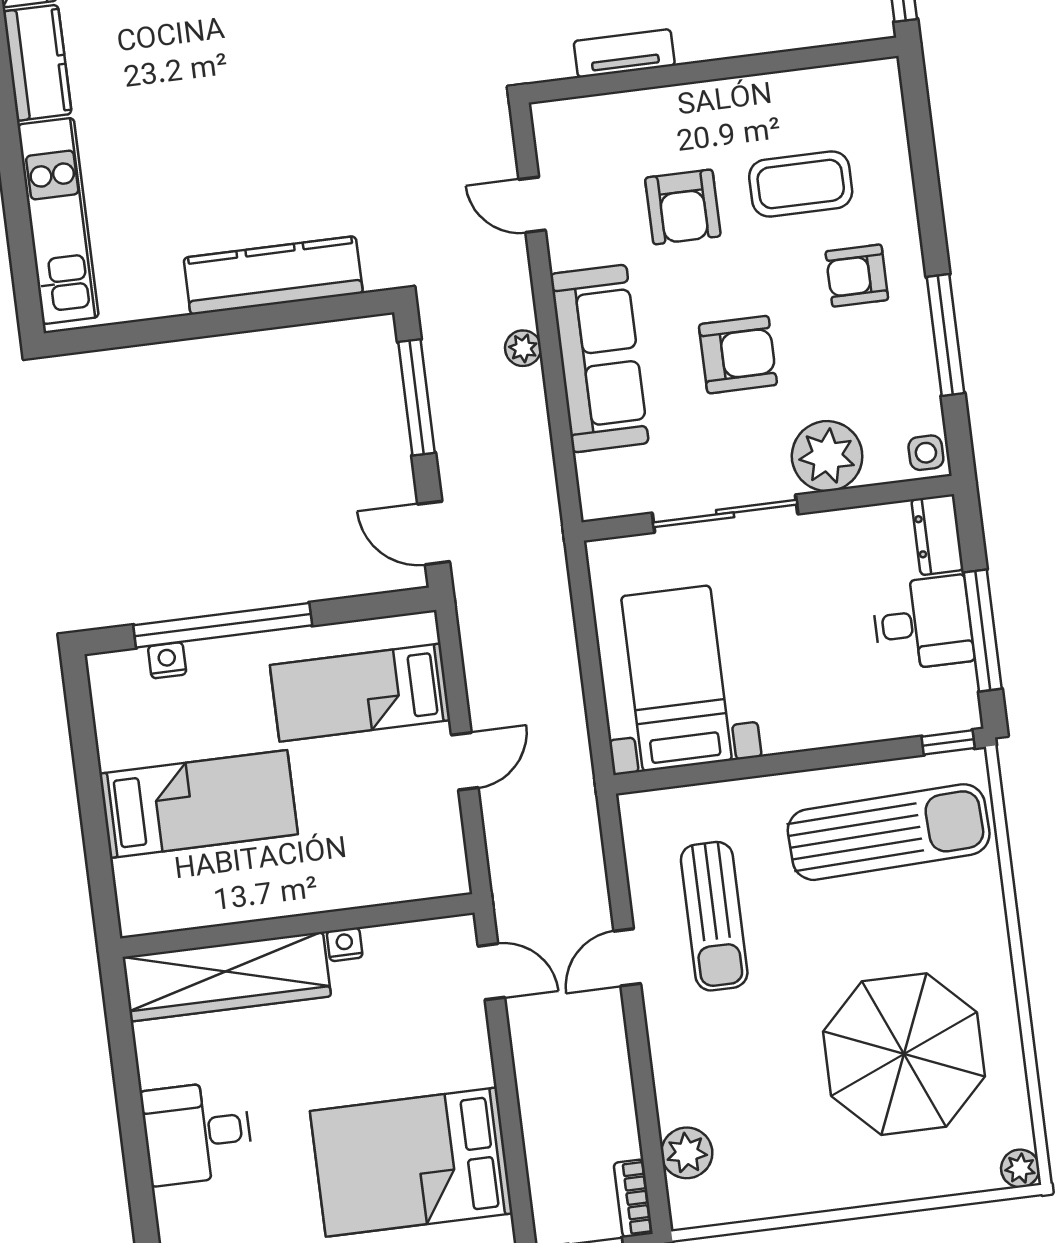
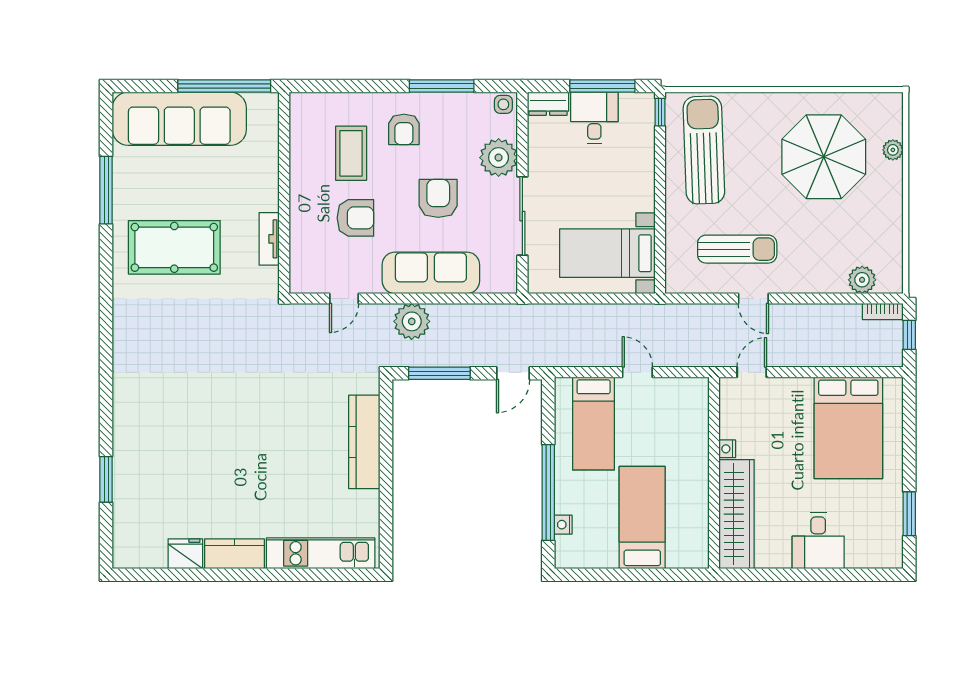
plant: (523, 348) -> (412, 321), width x1.88, depth x1.88
plant: (1020, 1168) -> (893, 150), moved

